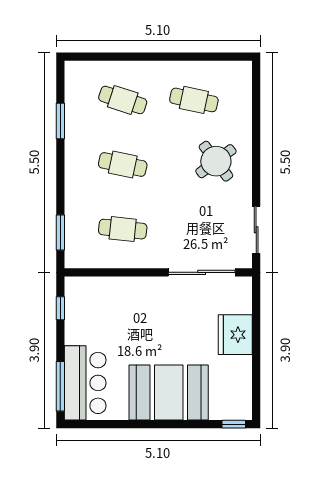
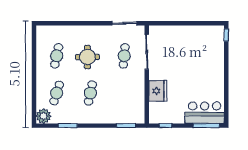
plant: (79, 75) -> (44, 116), added
round table: (216, 161) -> (87, 57), moved, turned 37
cafe table: (123, 229) -> (124, 56), moved
fridge: (235, 335) -> (158, 91), moved, turned -90
booth: (169, 393) -> (210, 69), removed

